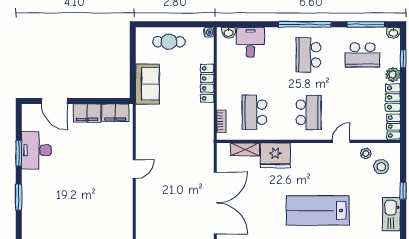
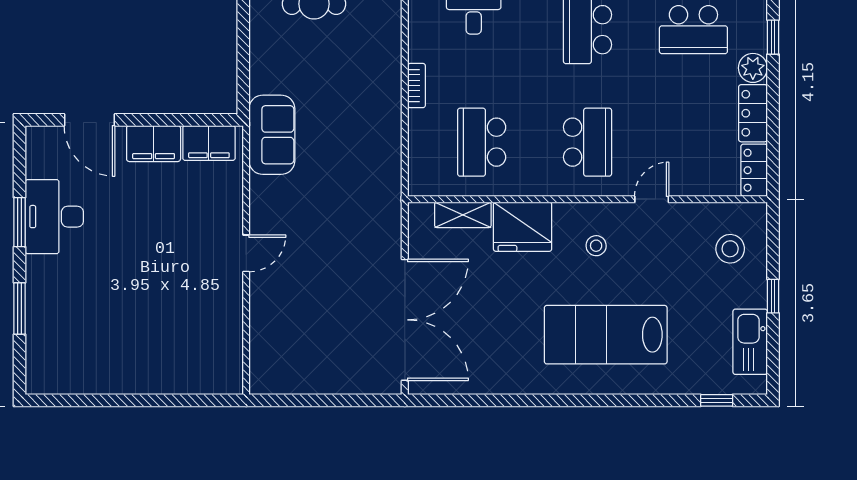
locker: (207, 83) -> (389, 85), removed
sofa: (147, 84) -> (272, 135), moved
bookcase: (221, 121) -> (416, 86), moved
stool: (366, 154) -> (596, 246), moved

